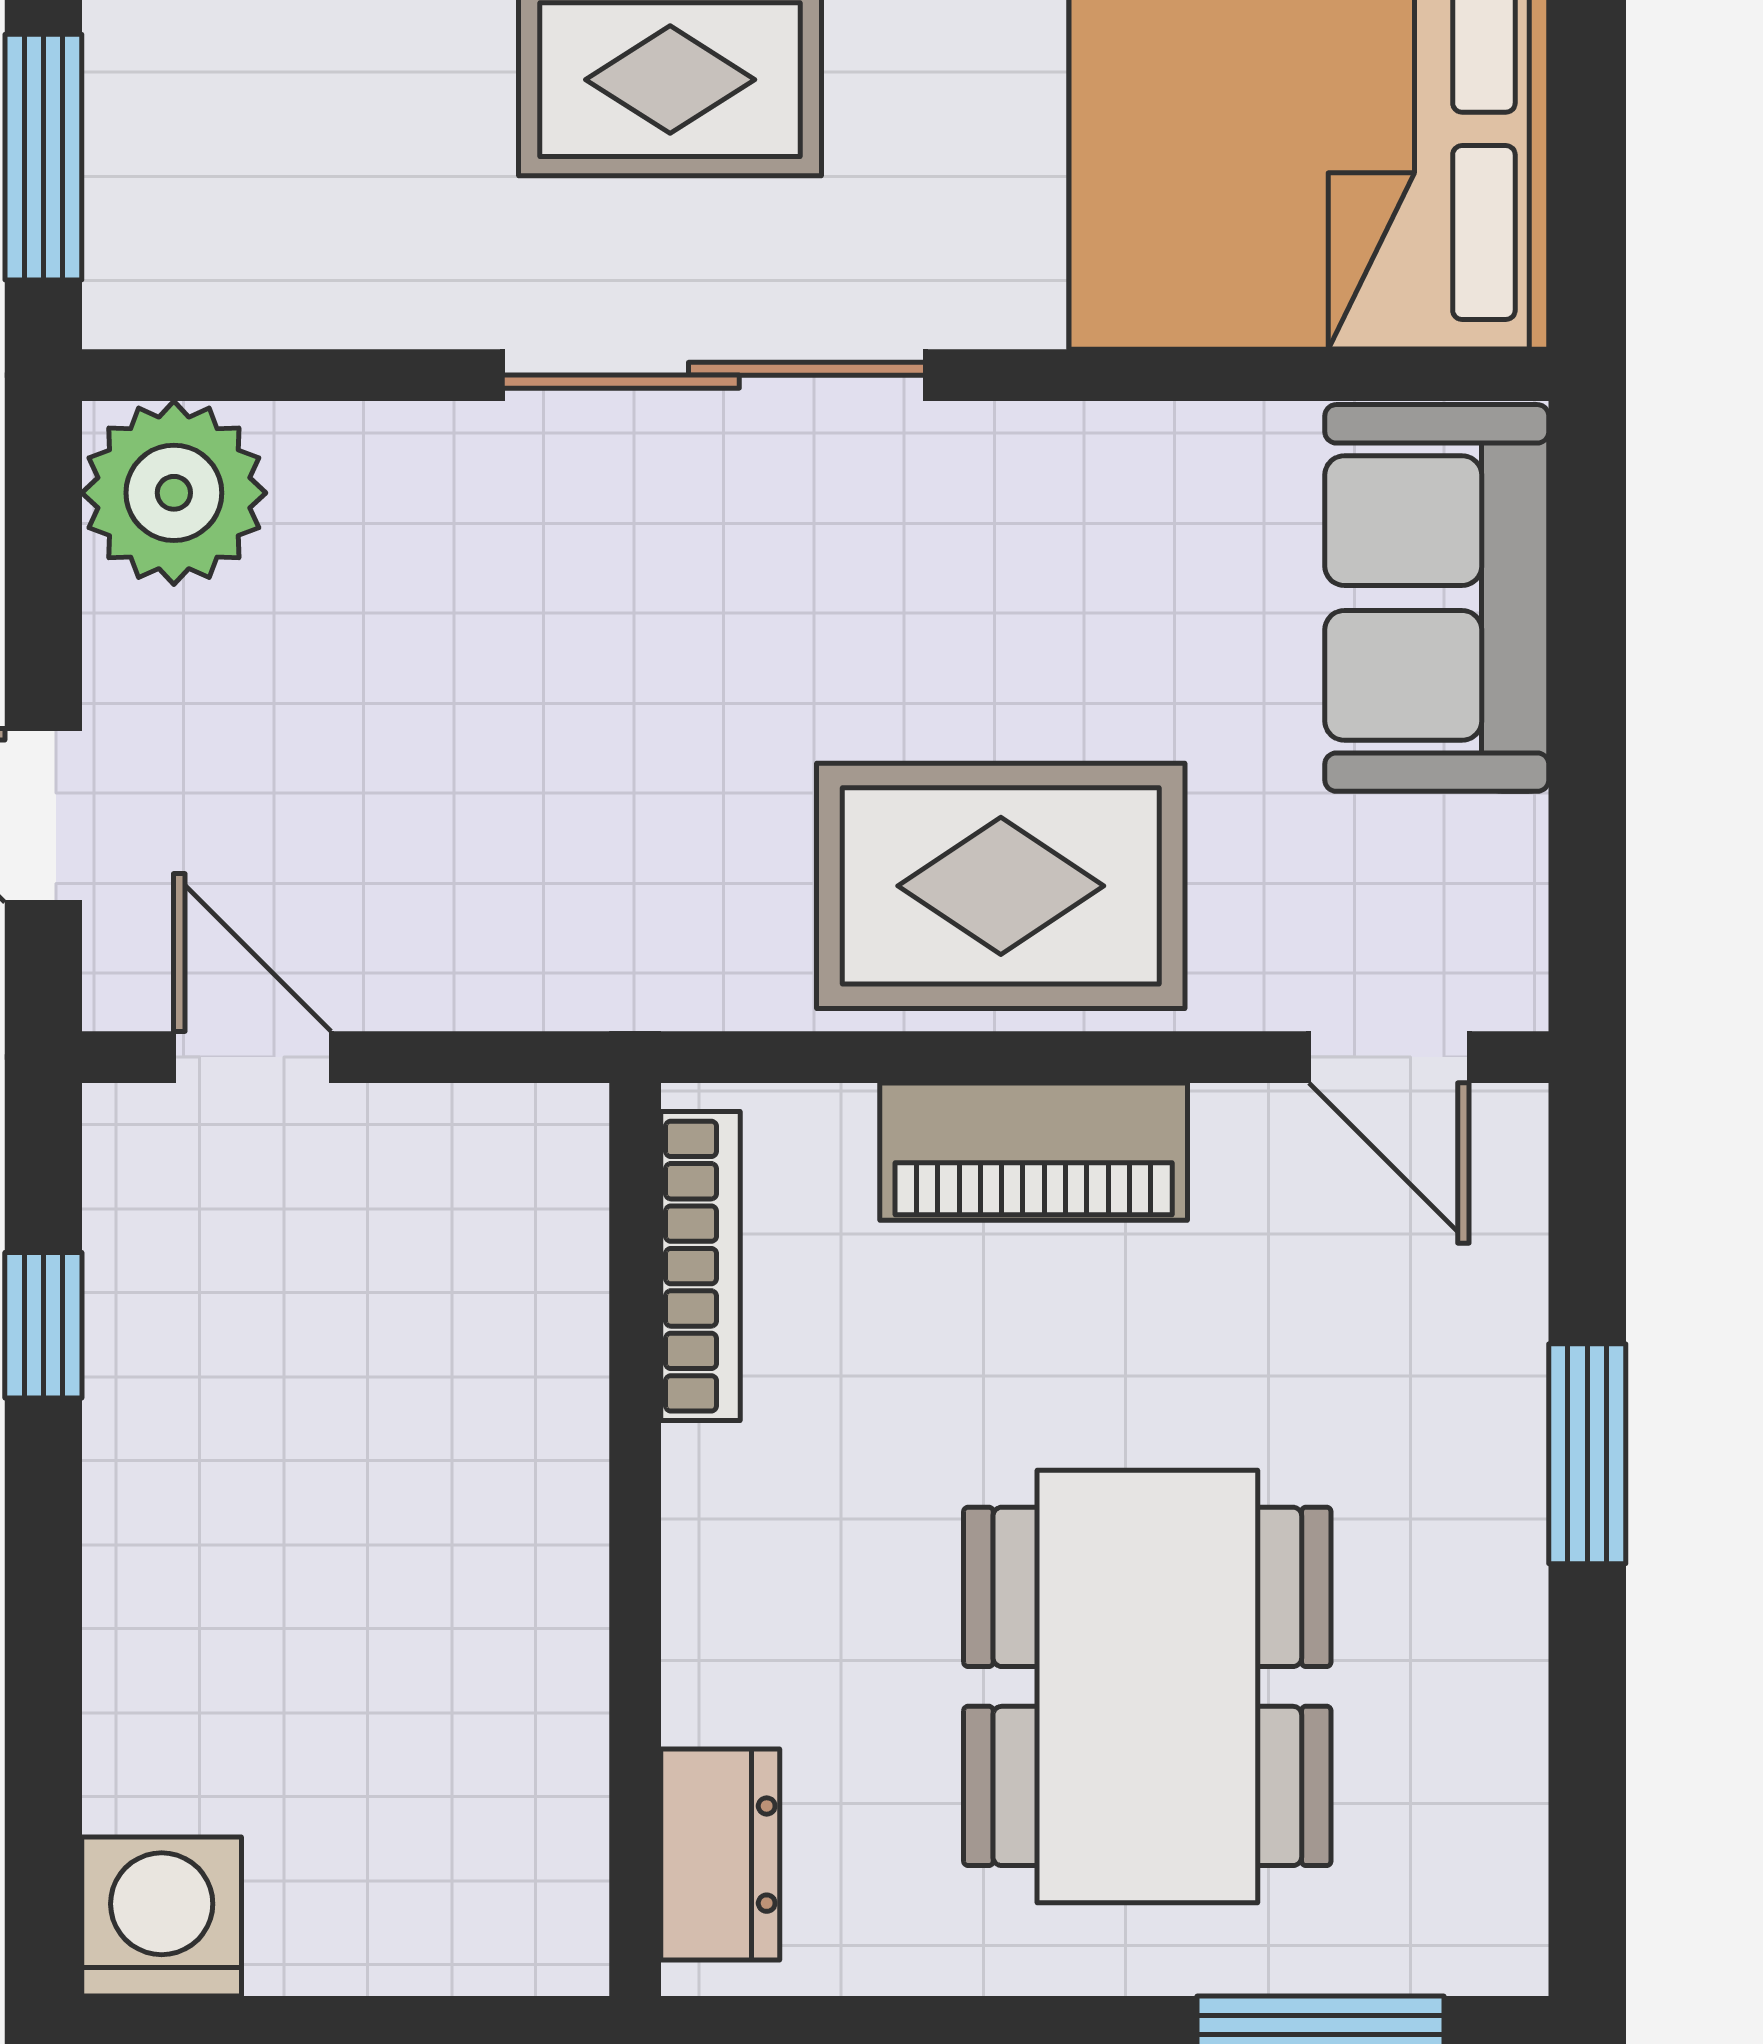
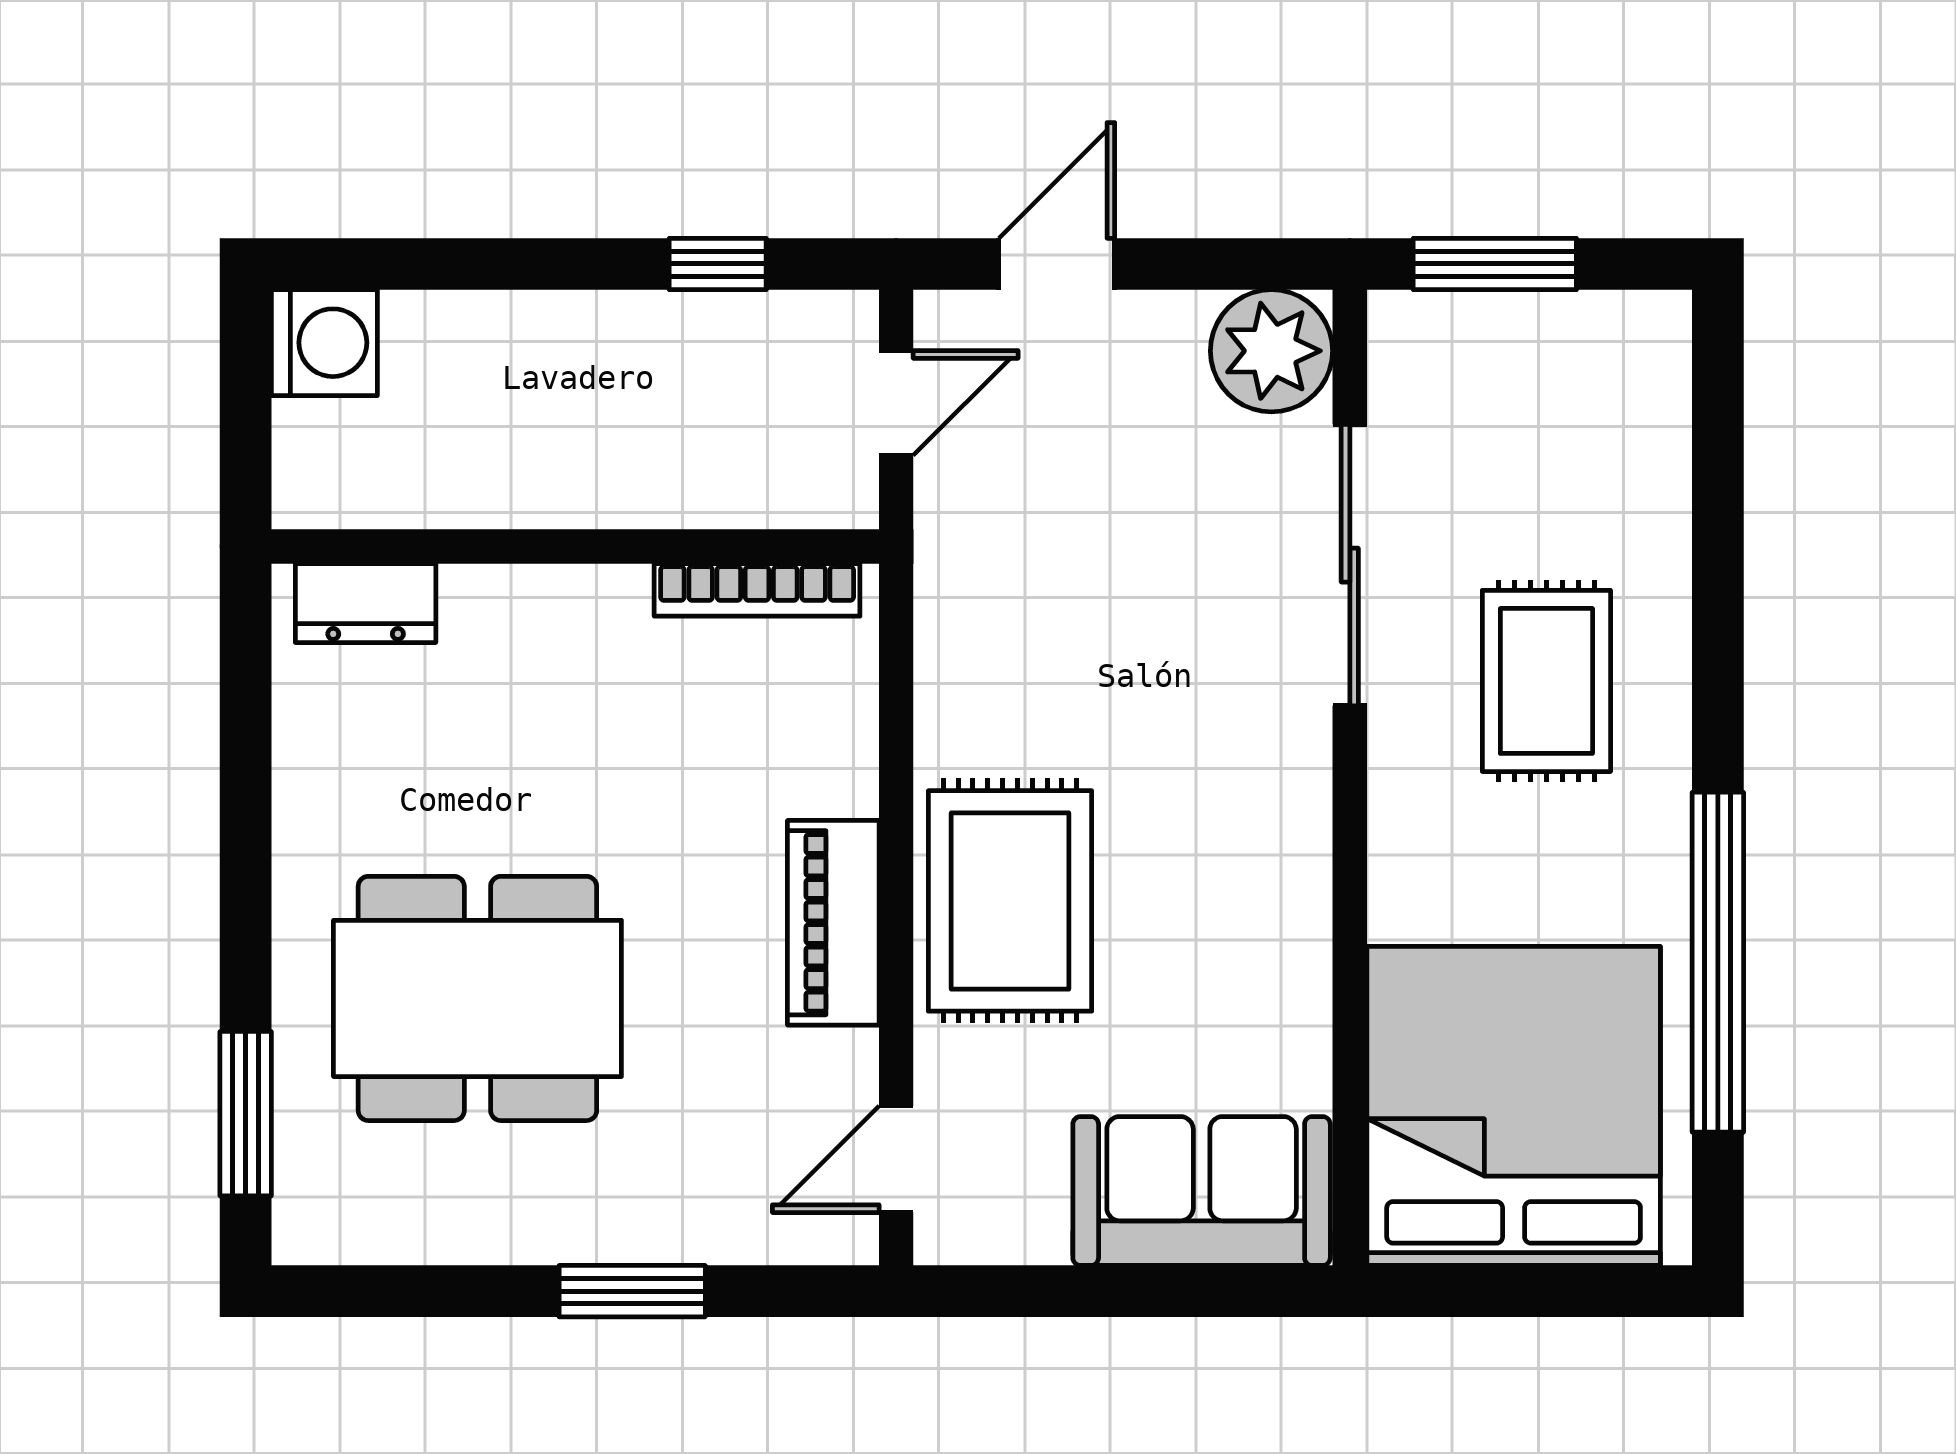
sliding door: (714, 375) -> (1350, 565), moved
bookcase: (701, 1266) -> (757, 590), moved
wall: (635, 1539) -> (575, 546), moved
dresser: (720, 1855) -> (366, 603), moved

